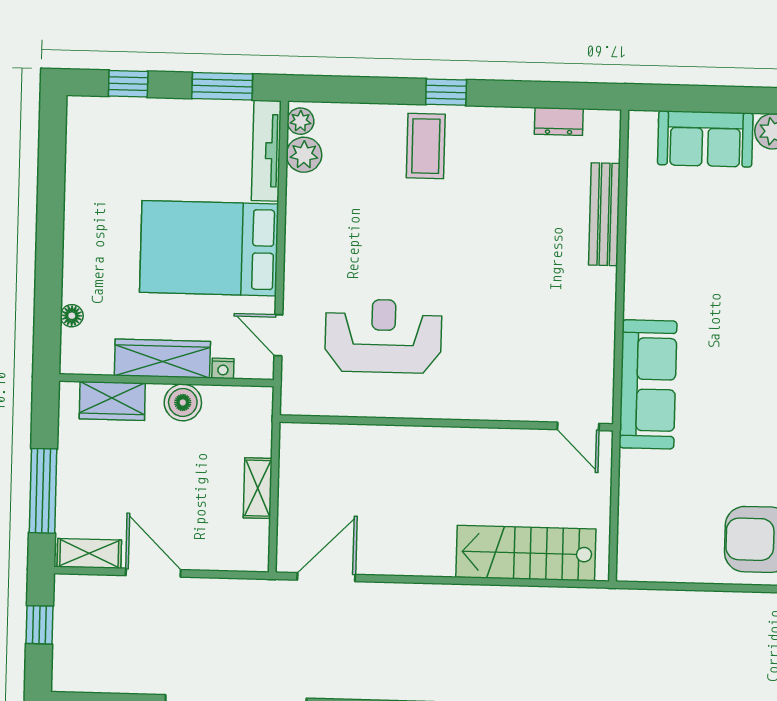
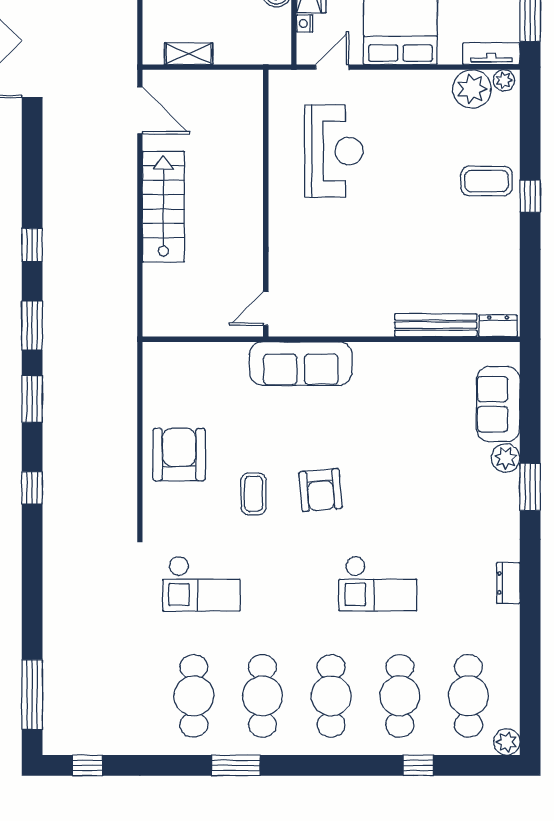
dresser: (559, 121) -> (498, 326), moved, turned 90
tv unit: (266, 151) -> (491, 54), width x0.71
plant: (304, 155) -> (472, 89), width x1.36, depth x1.36
shelving: (258, 488) -> (189, 54), moved
stairs: (526, 553) -> (163, 207), moved

